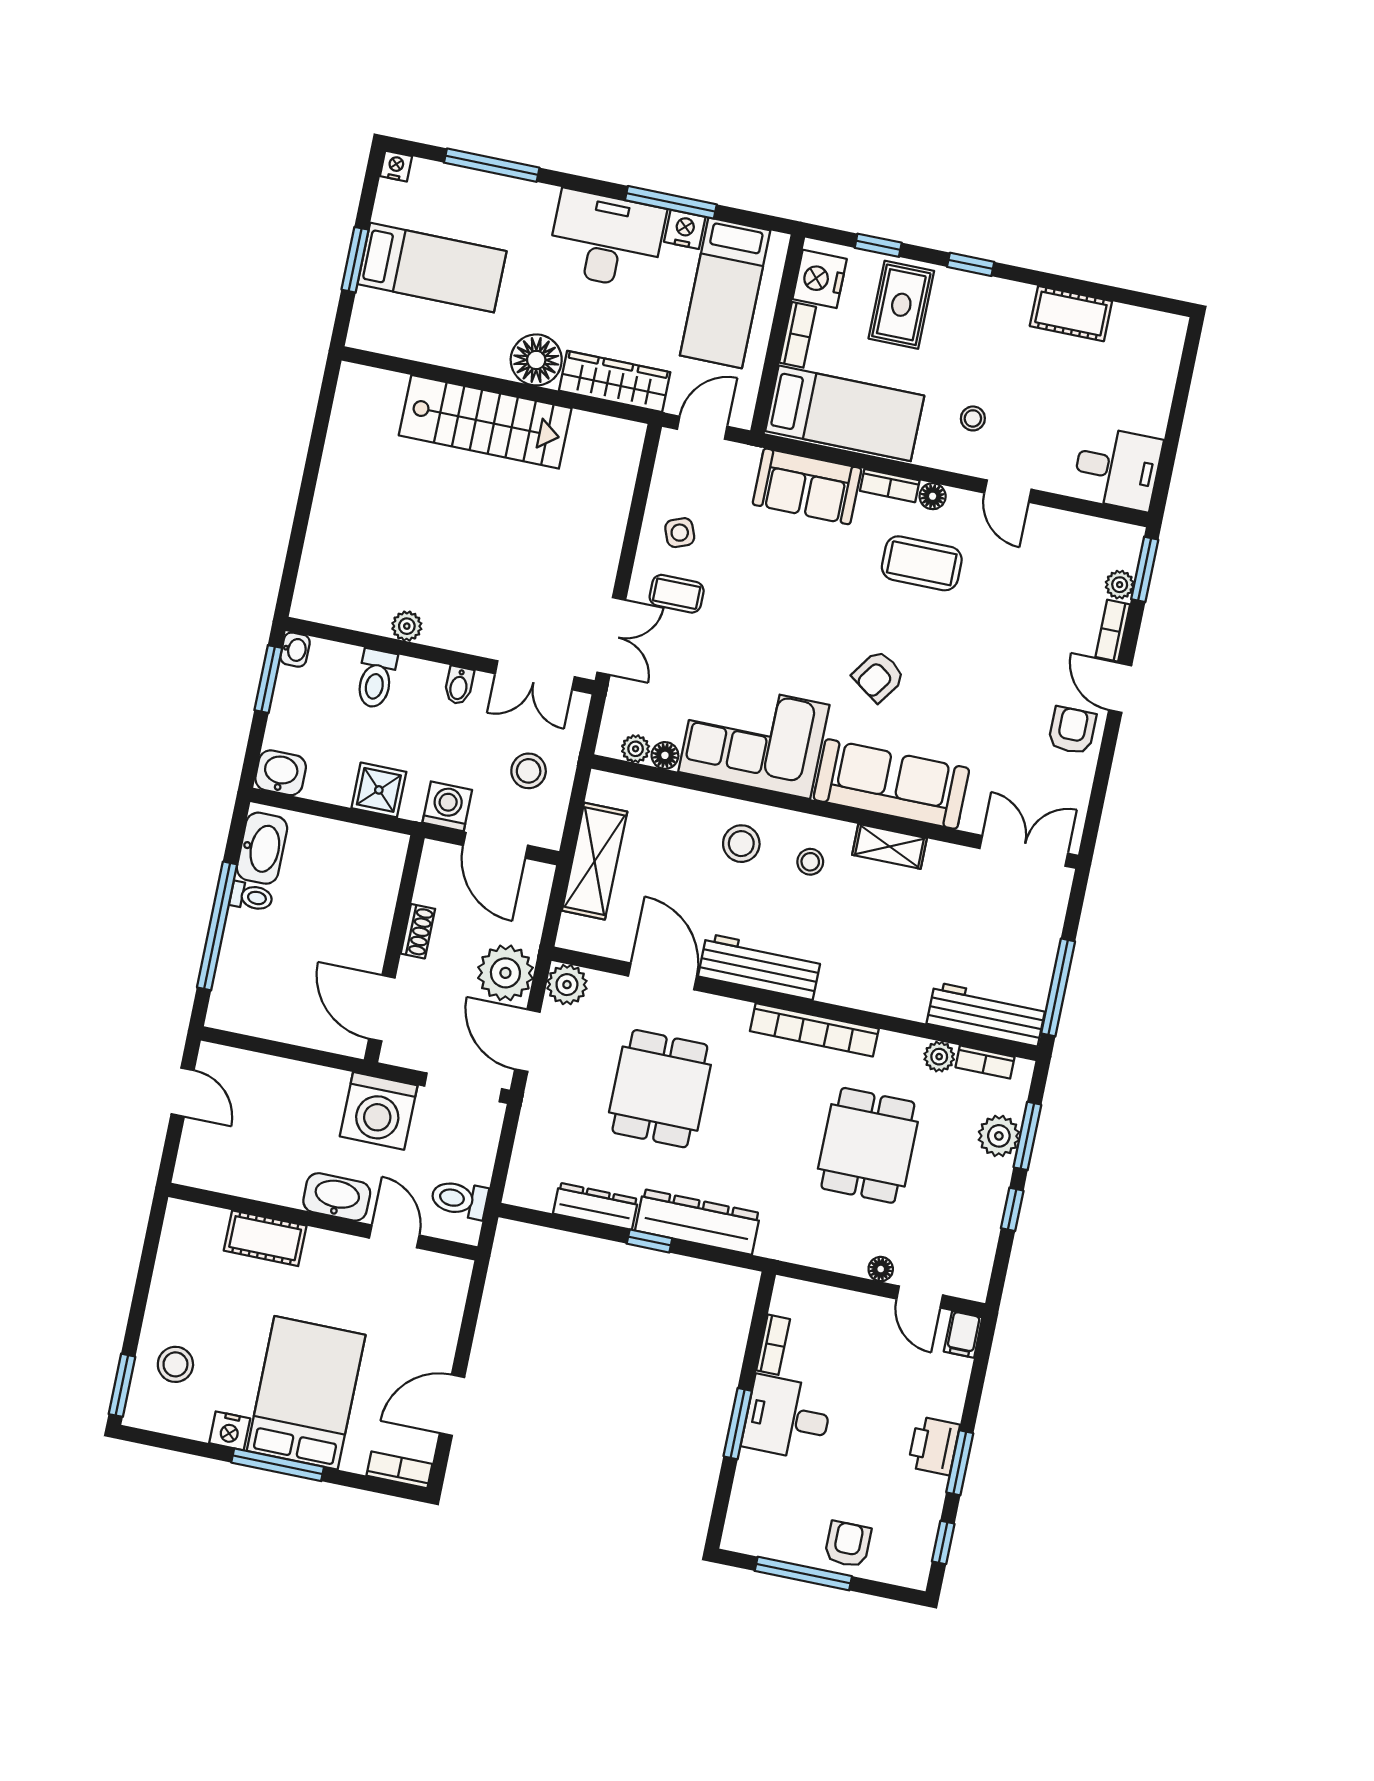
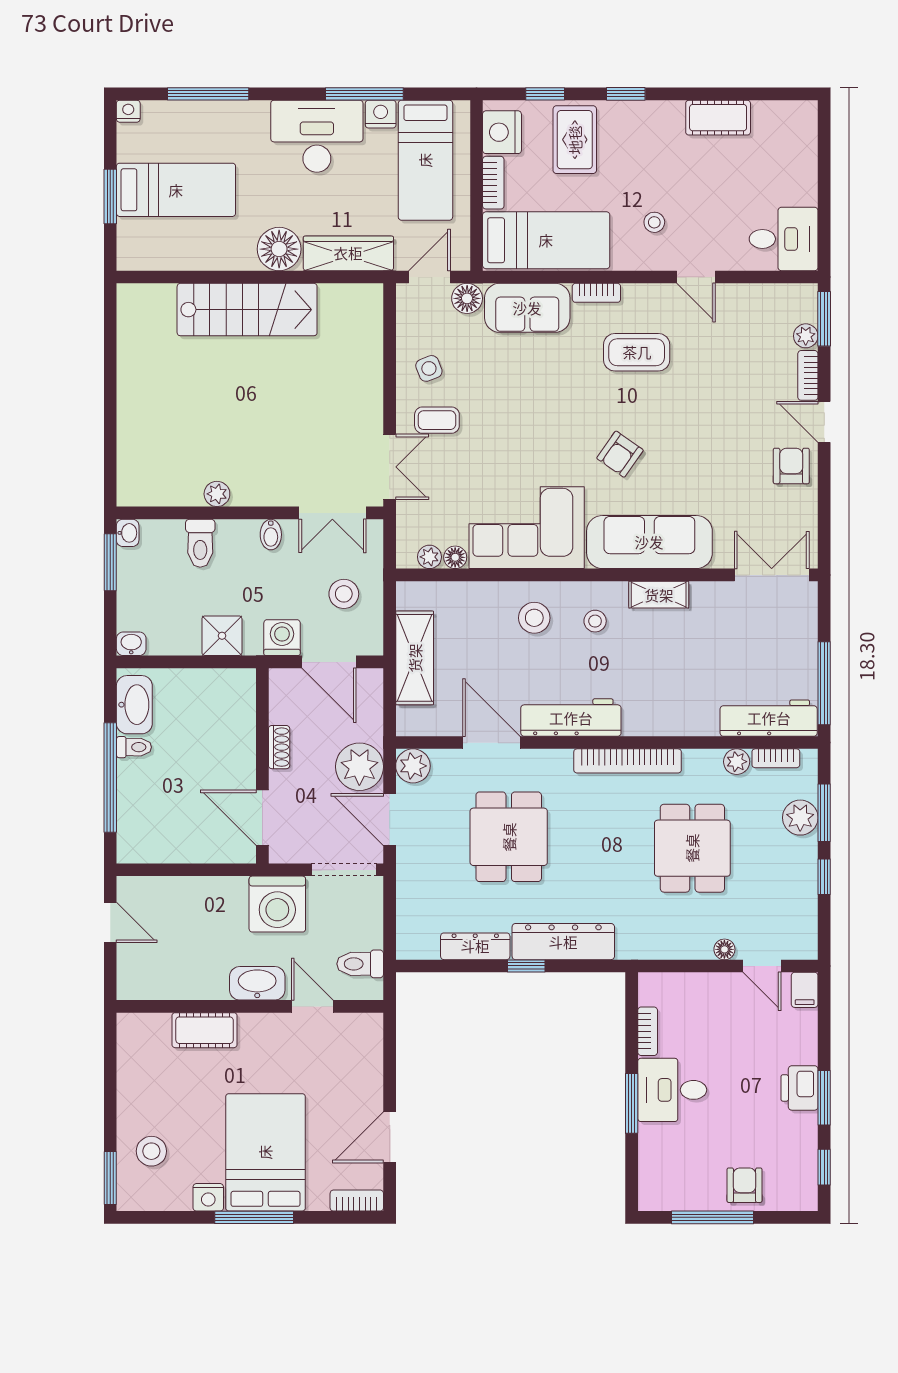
floor lamp: (933, 496) -> (467, 298), moved, width x1.37, depth x1.37
washbasin: (281, 773) -> (131, 644), width x0.72, depth x0.69

